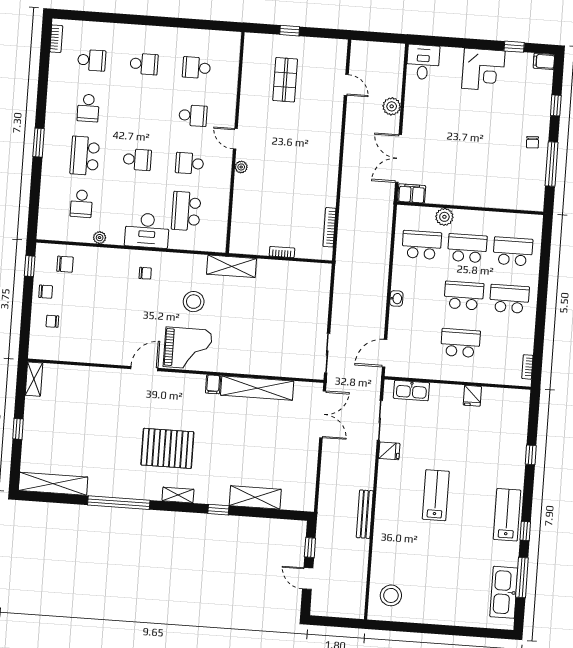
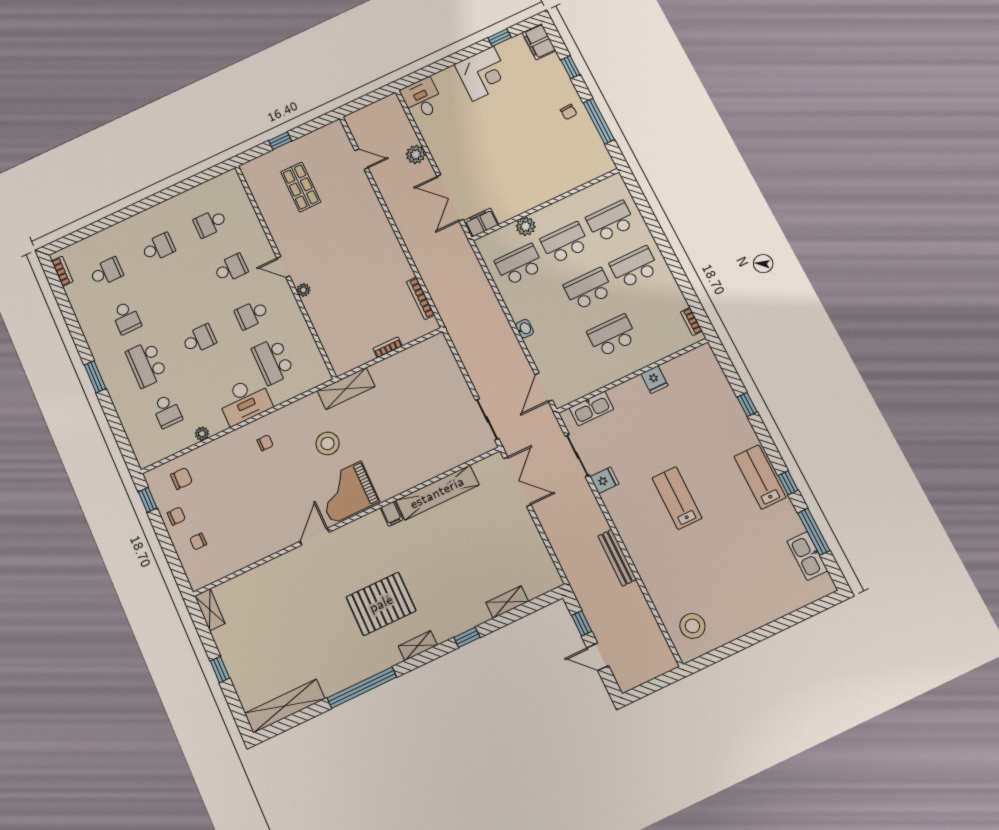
filing cabinet: (544, 61) -> (539, 42), width x2.00
grand piano: (188, 348) -> (347, 492), turned 180
shelving: (255, 497) -> (507, 602), width x0.67, depth x0.75
kitchen sink: (504, 592) -> (807, 556), width x0.73, depth x0.81

